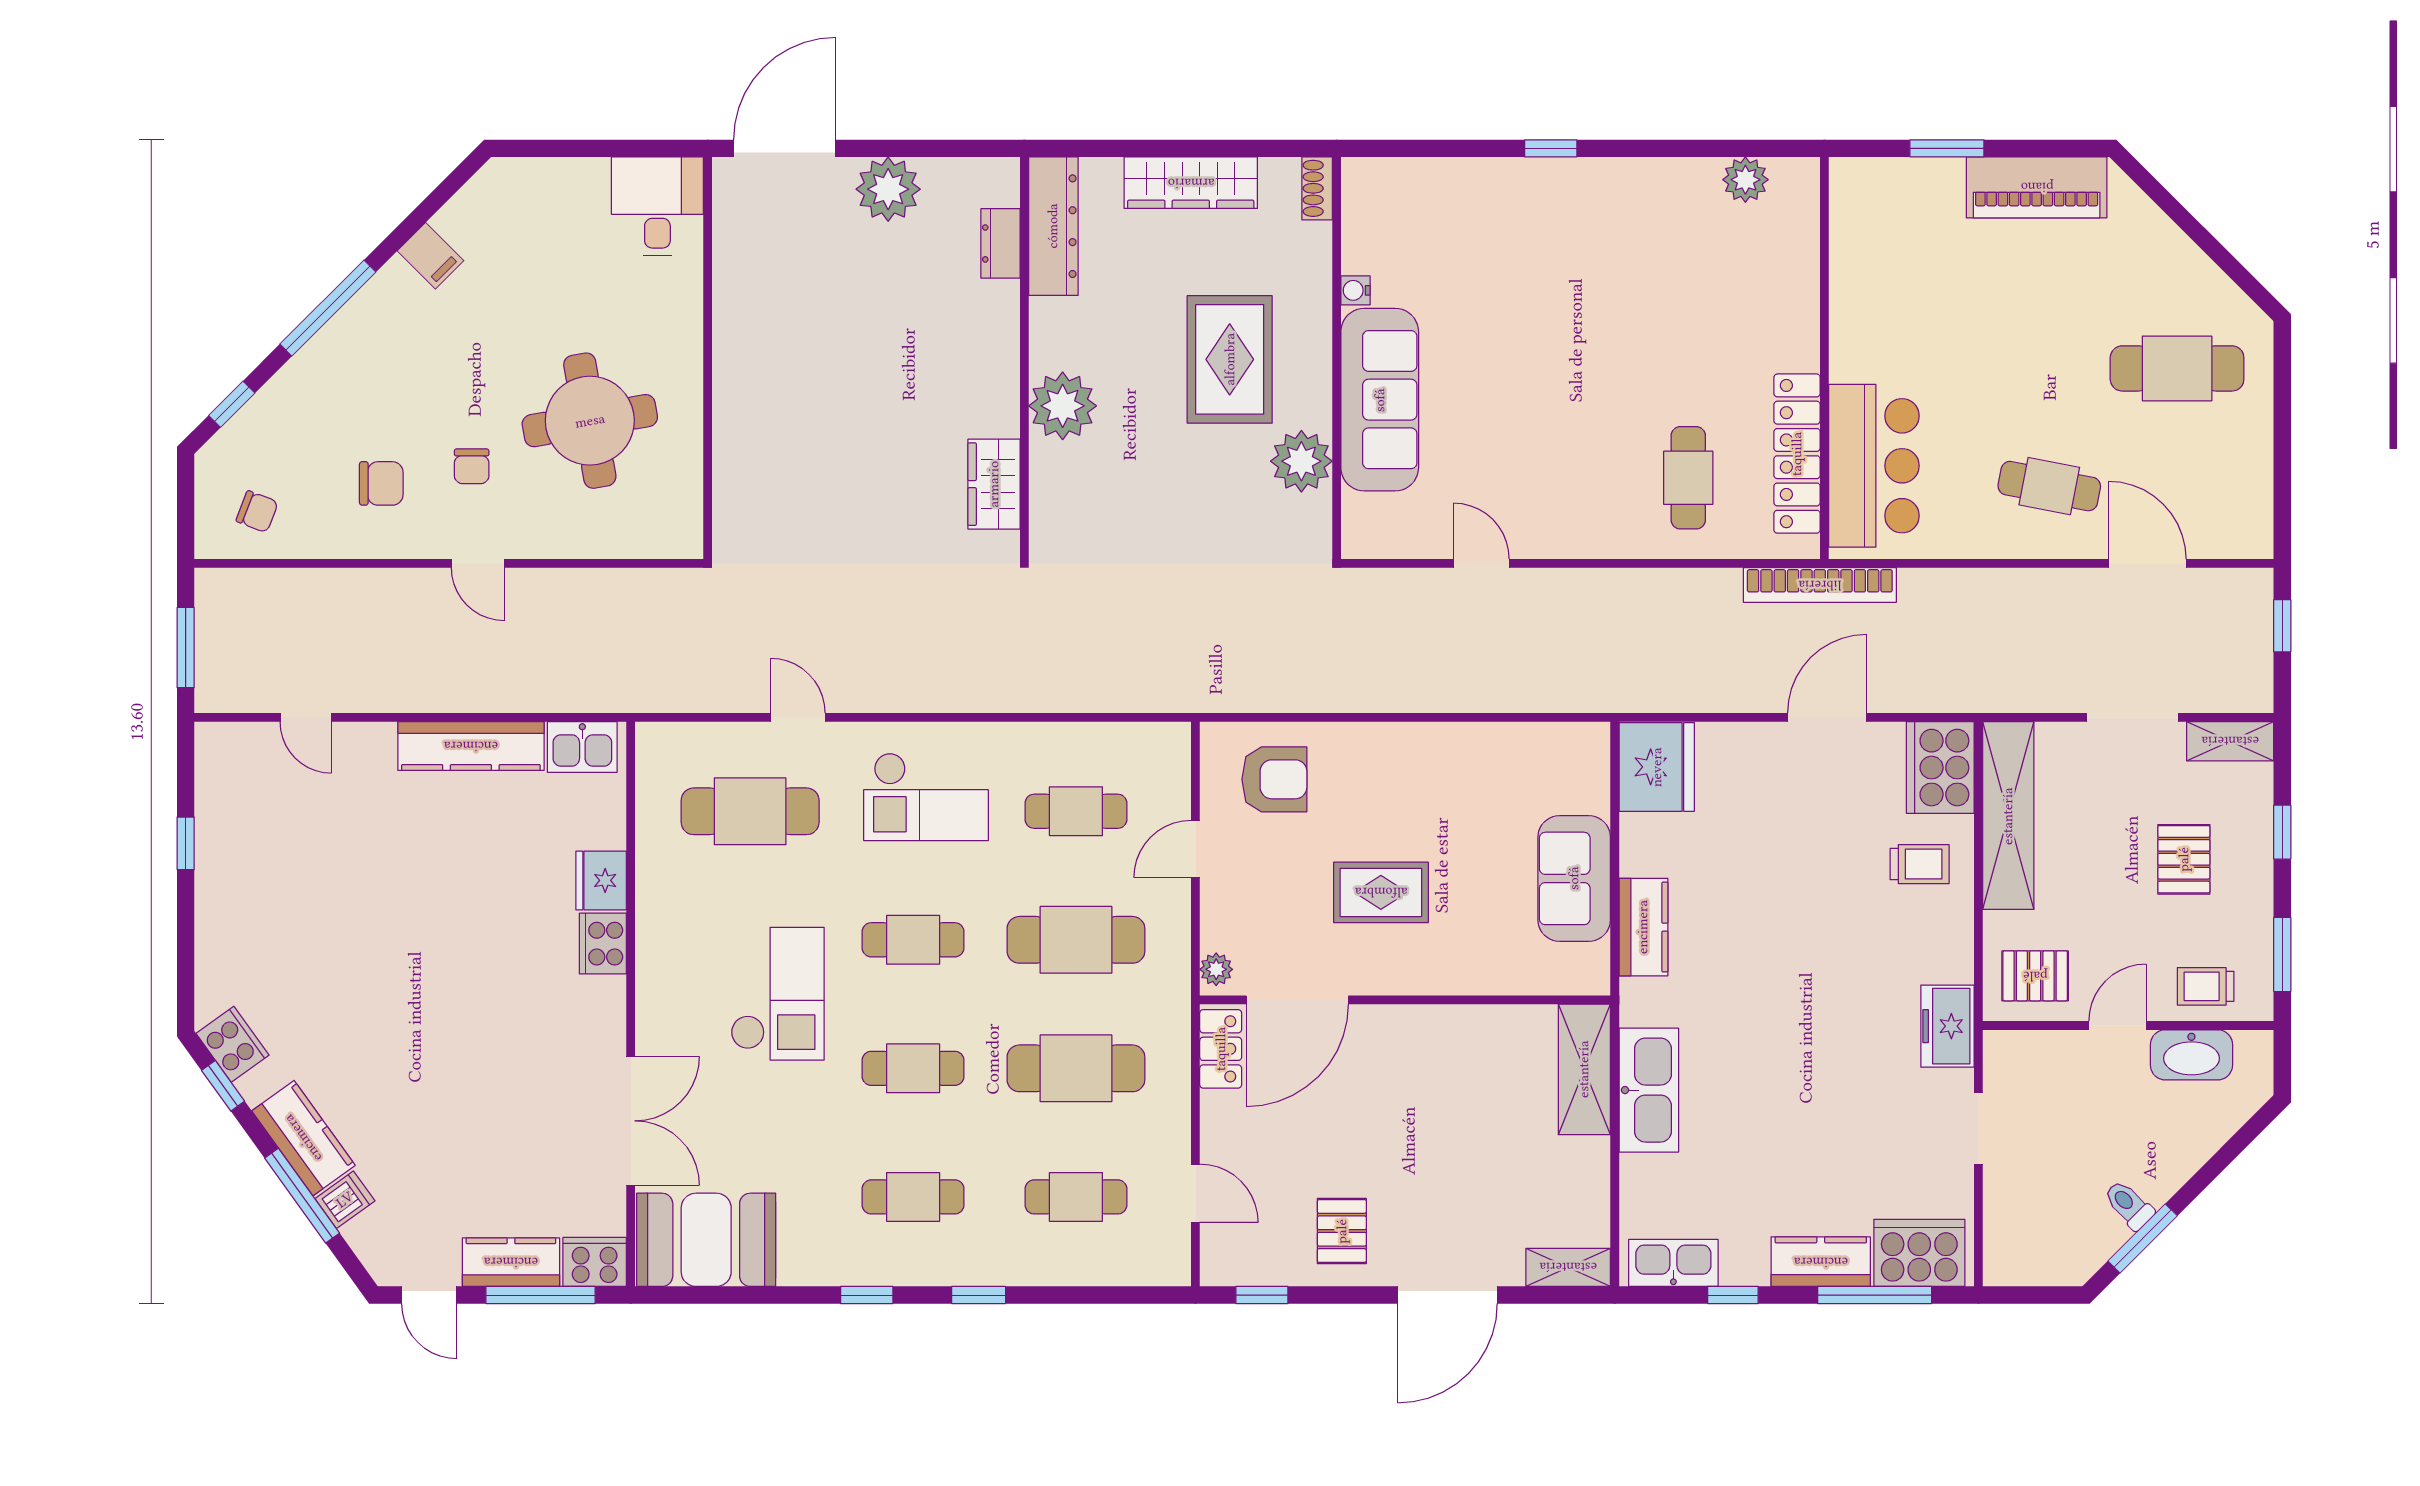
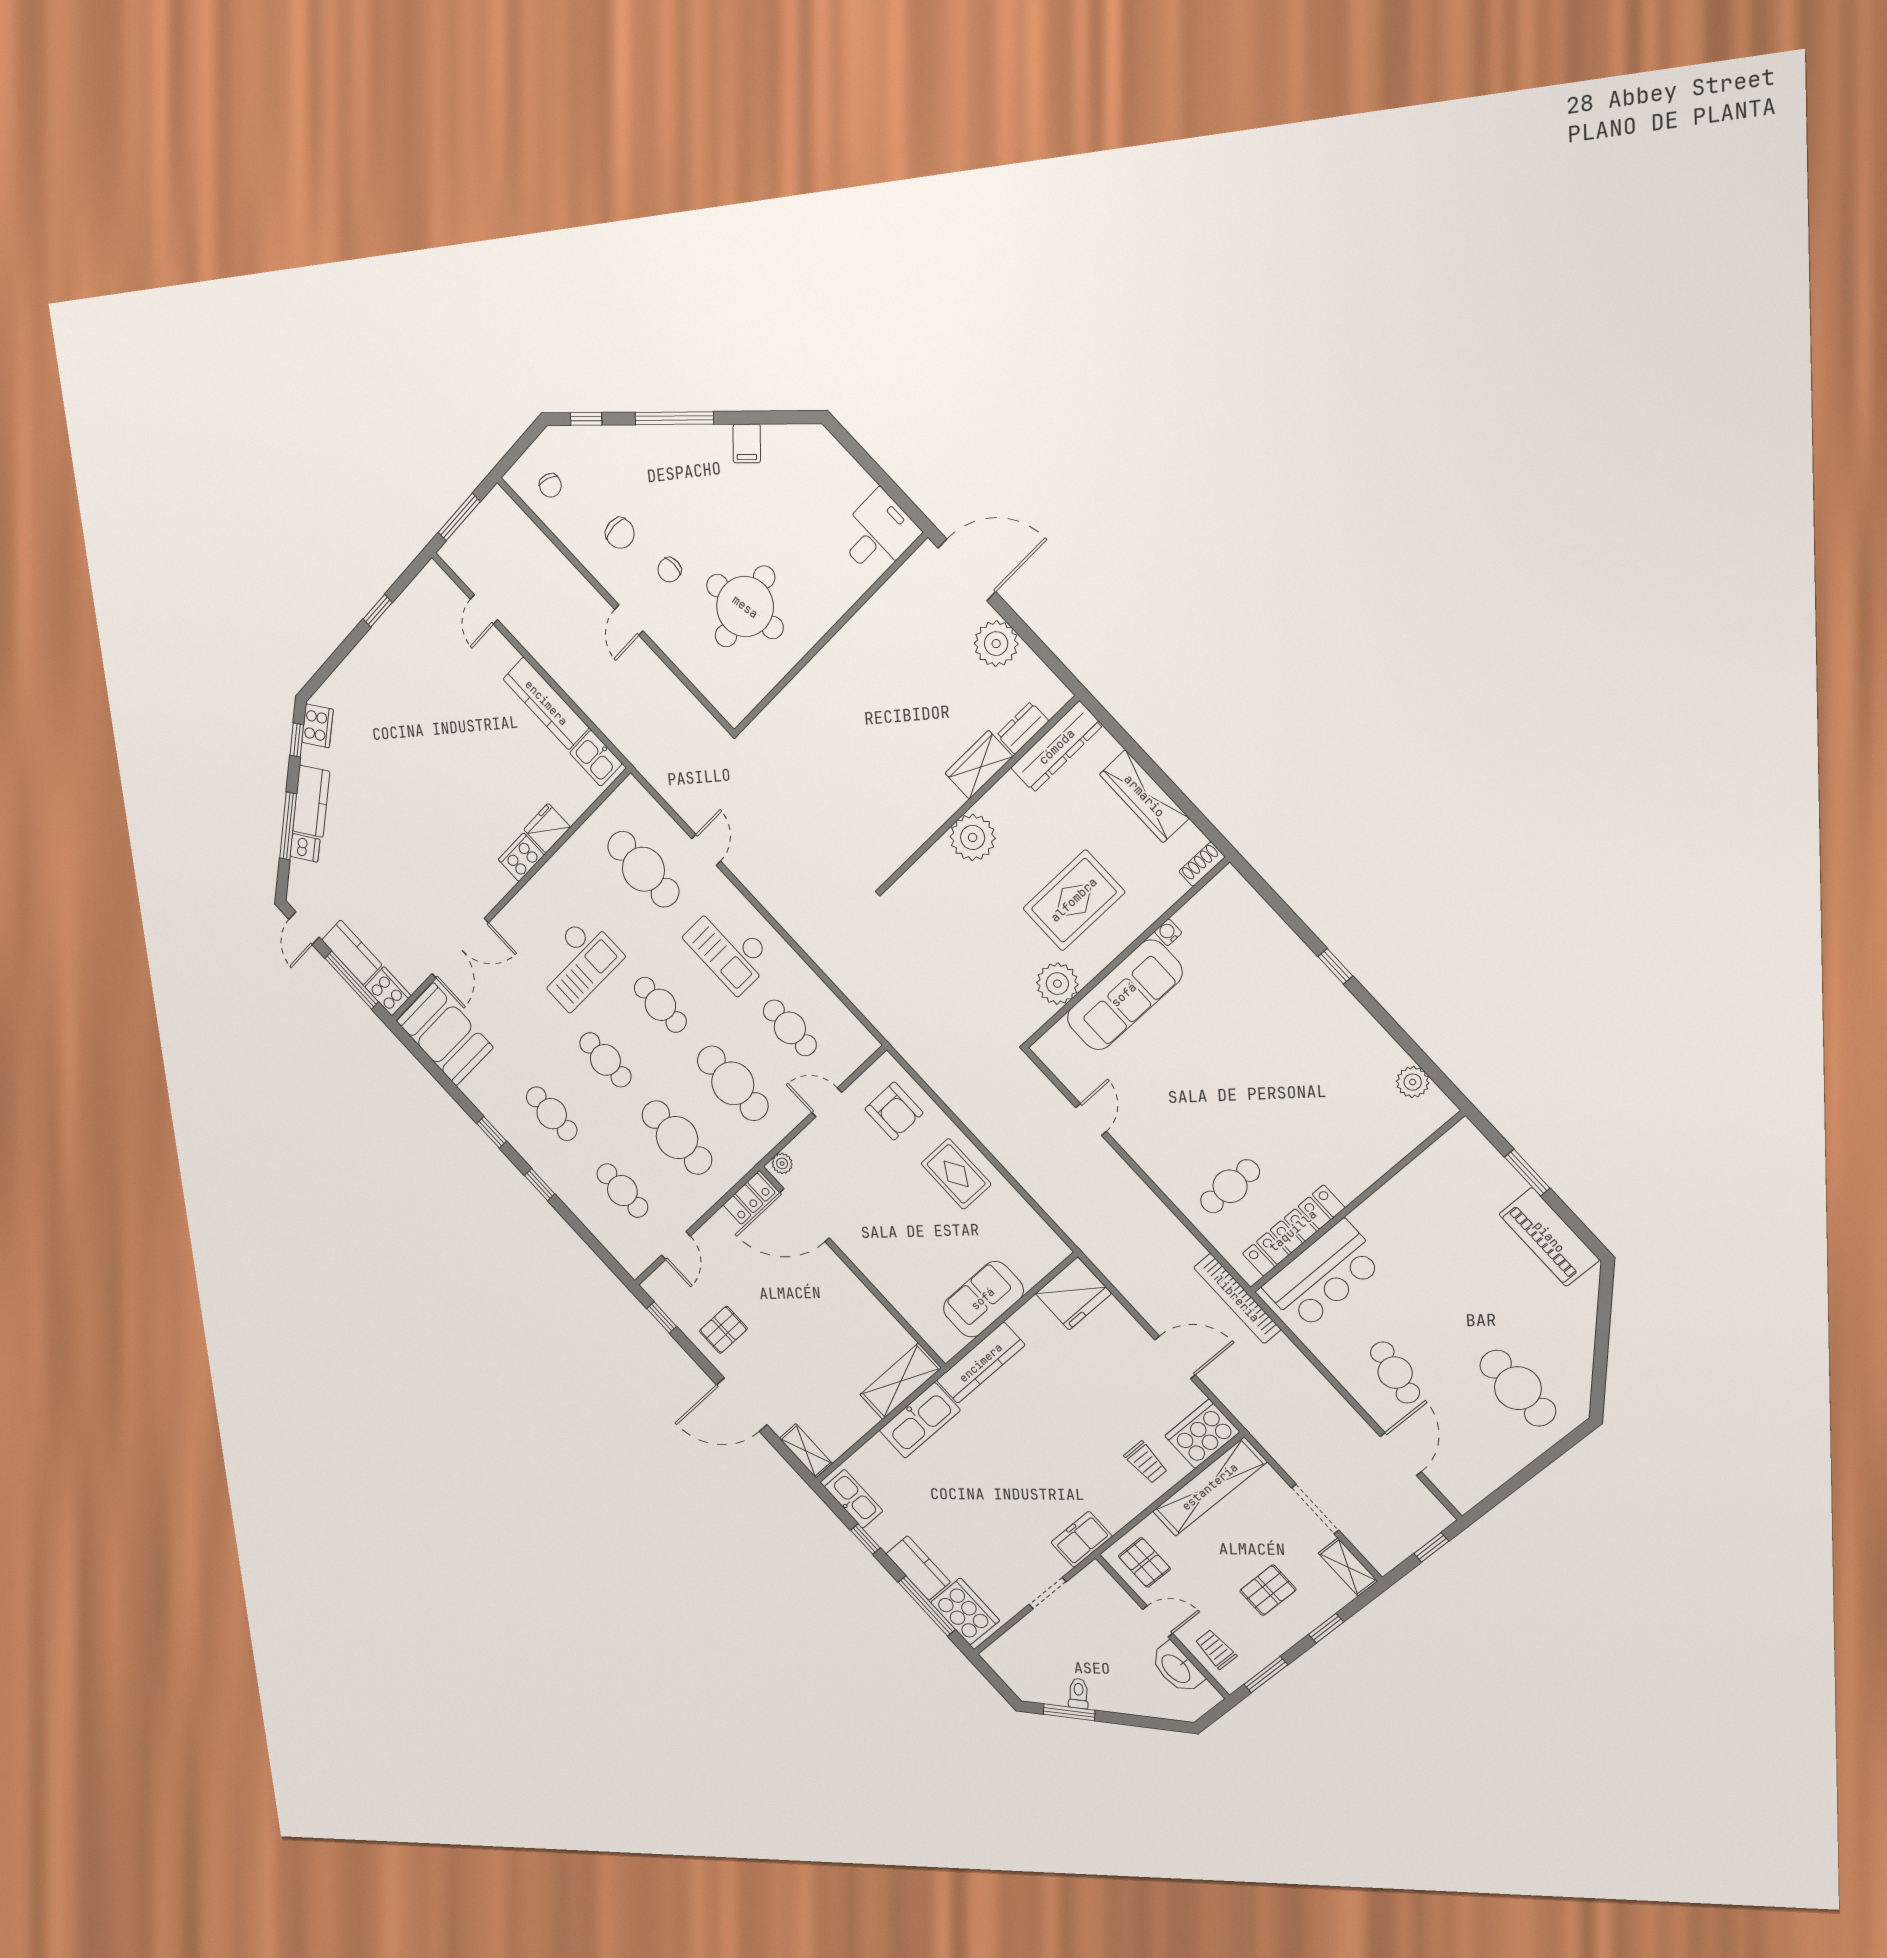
wardrobe: (994, 484) -> (979, 765), moved
rug: (1381, 892) -> (956, 1174), moved
kitchen counter: (1643, 927) -> (981, 1363), width x1.50

